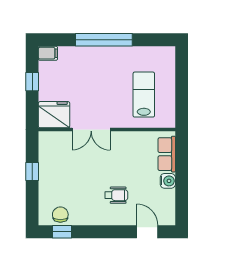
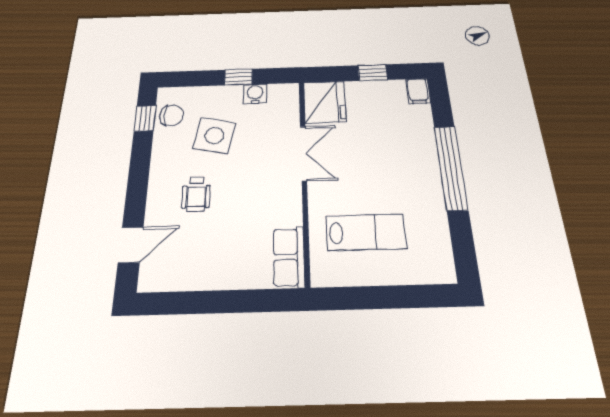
double door: (91, 129) -> (304, 153), swing flipped
row of seats: (167, 154) -> (289, 257), moved, turned -90
water cooler: (168, 181) -> (255, 94), moved, turned 180
side table: (76, 186) -> (214, 136), added

